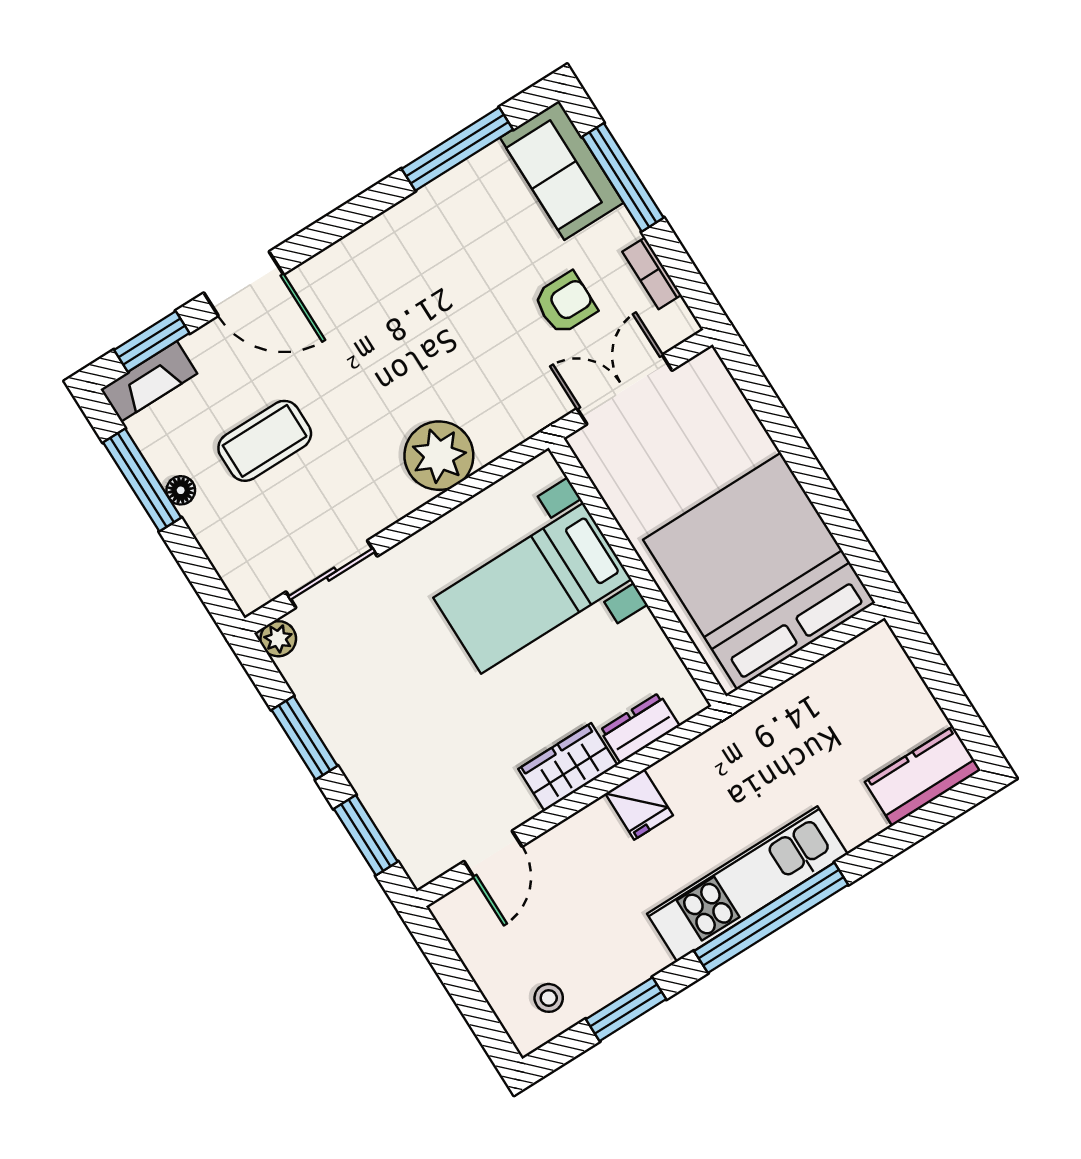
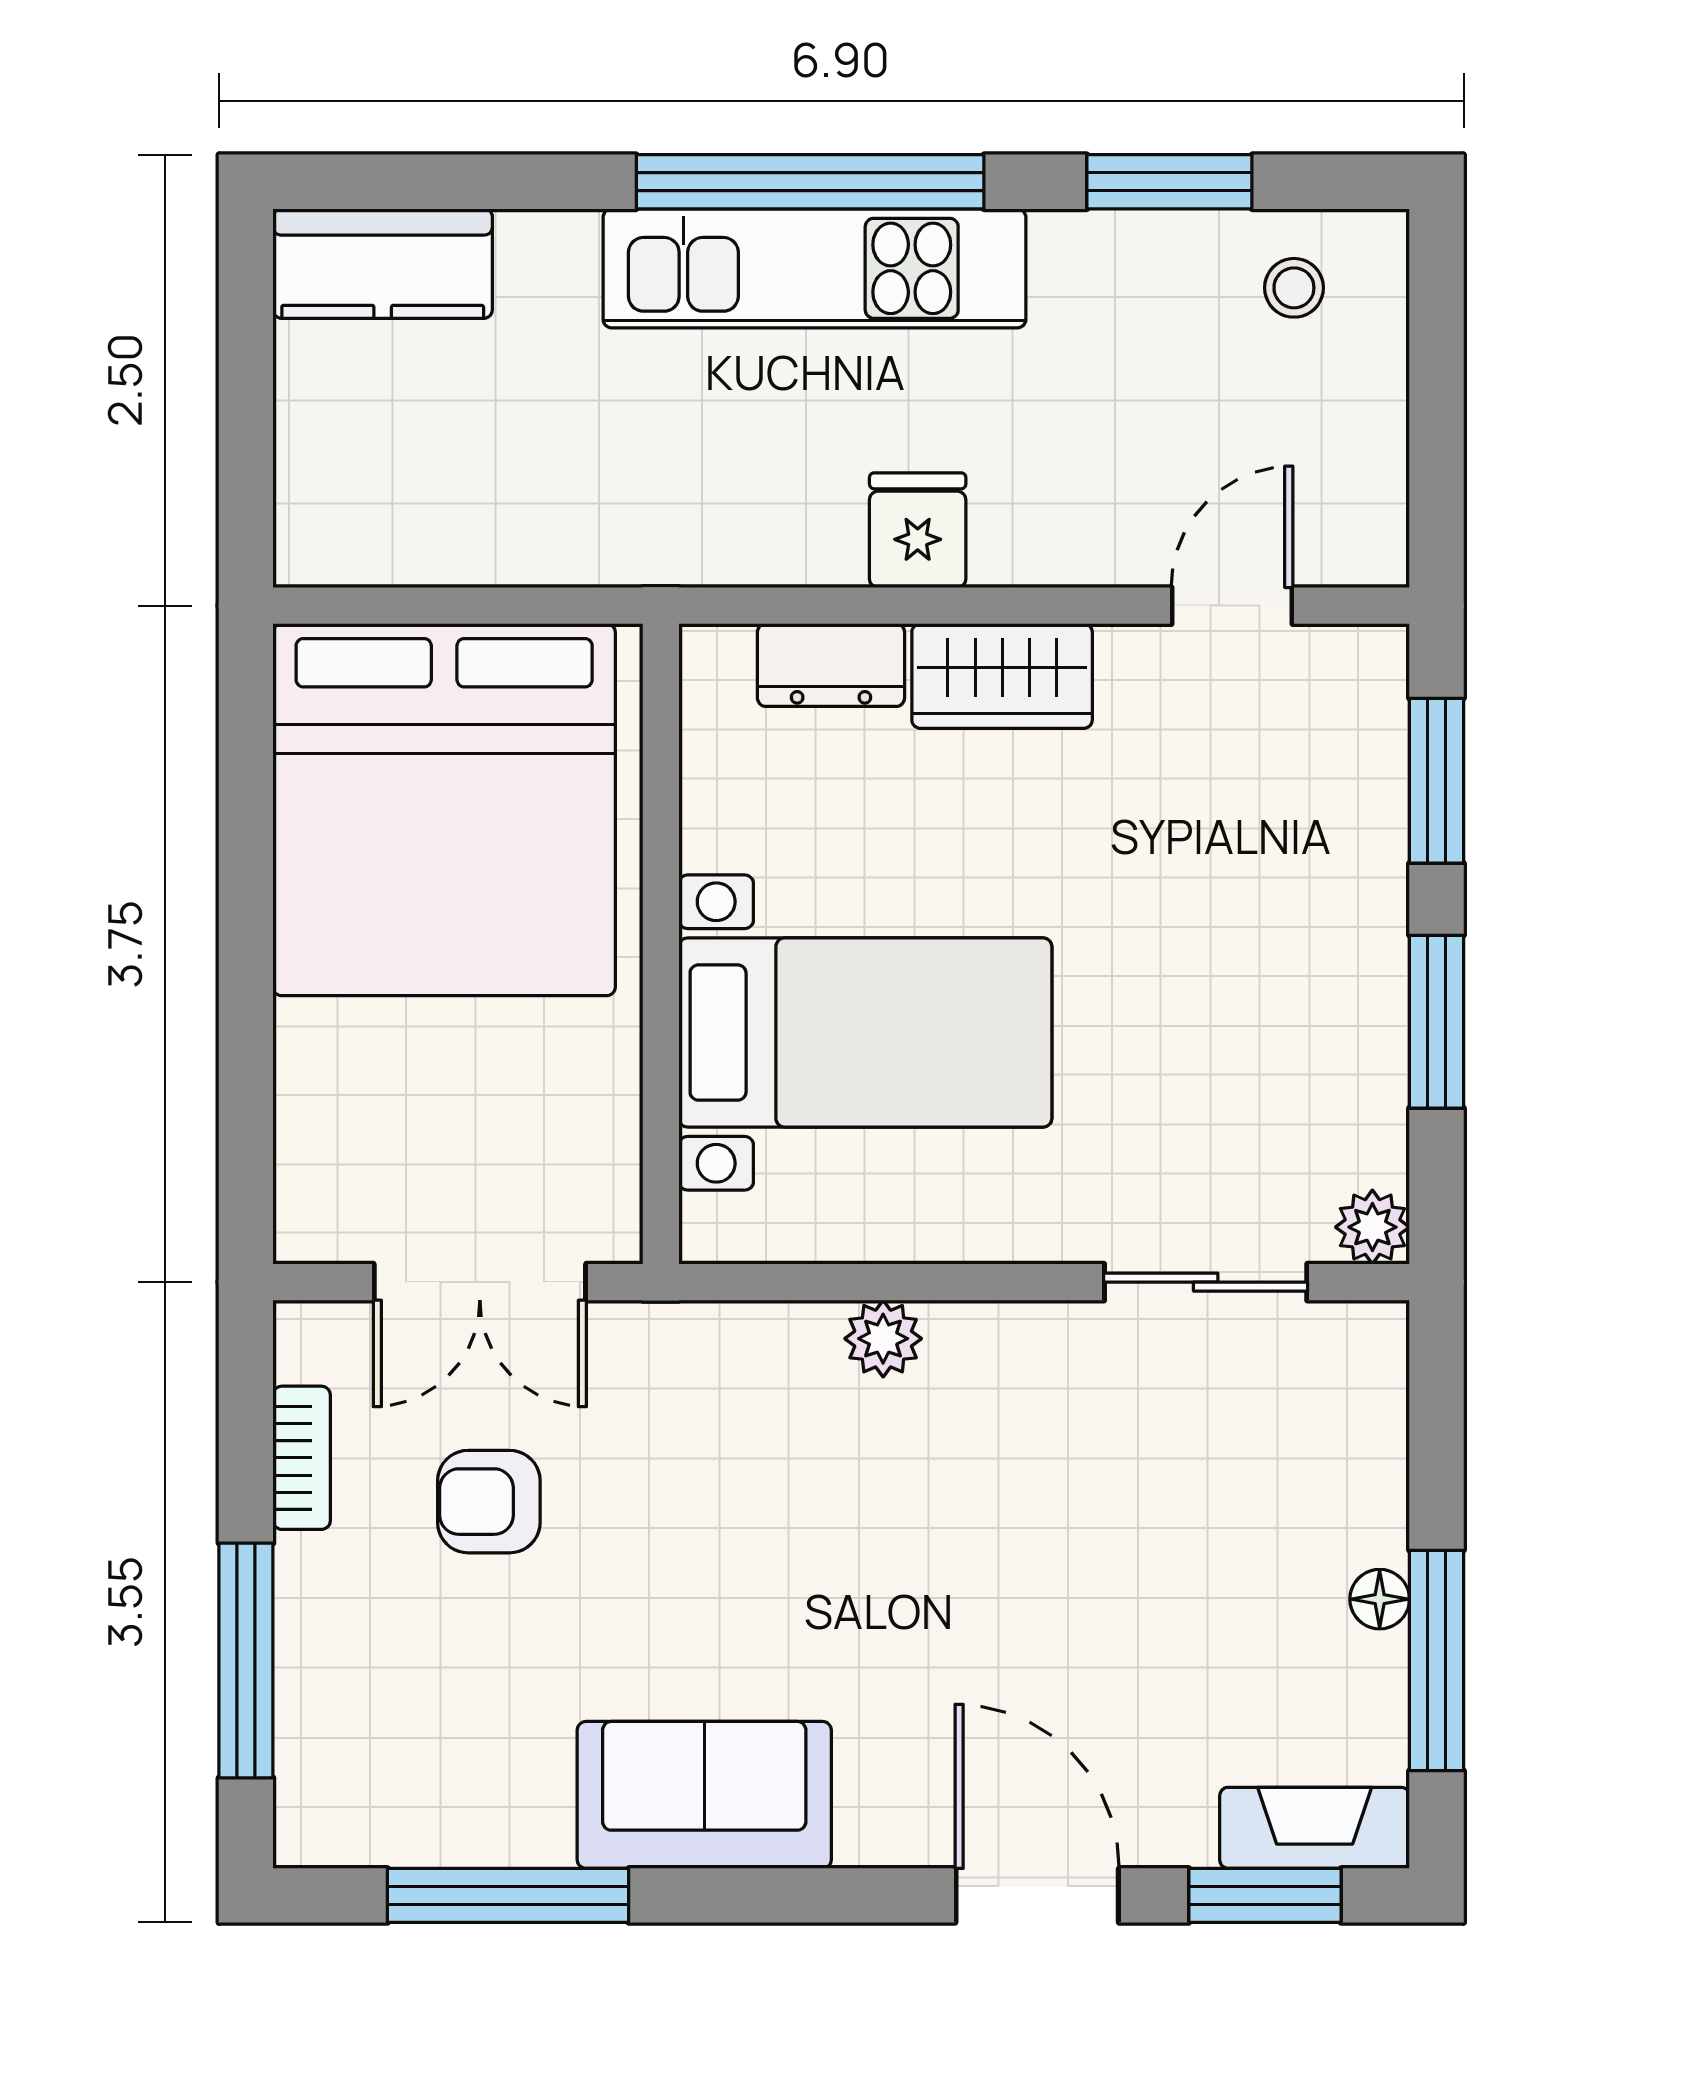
sofa: (562, 170) -> (704, 1795), moved, turned -90
coffee table: (265, 441) -> (1176, 1593), removed
plant: (439, 456) -> (883, 1339), width x0.53, depth x0.53

